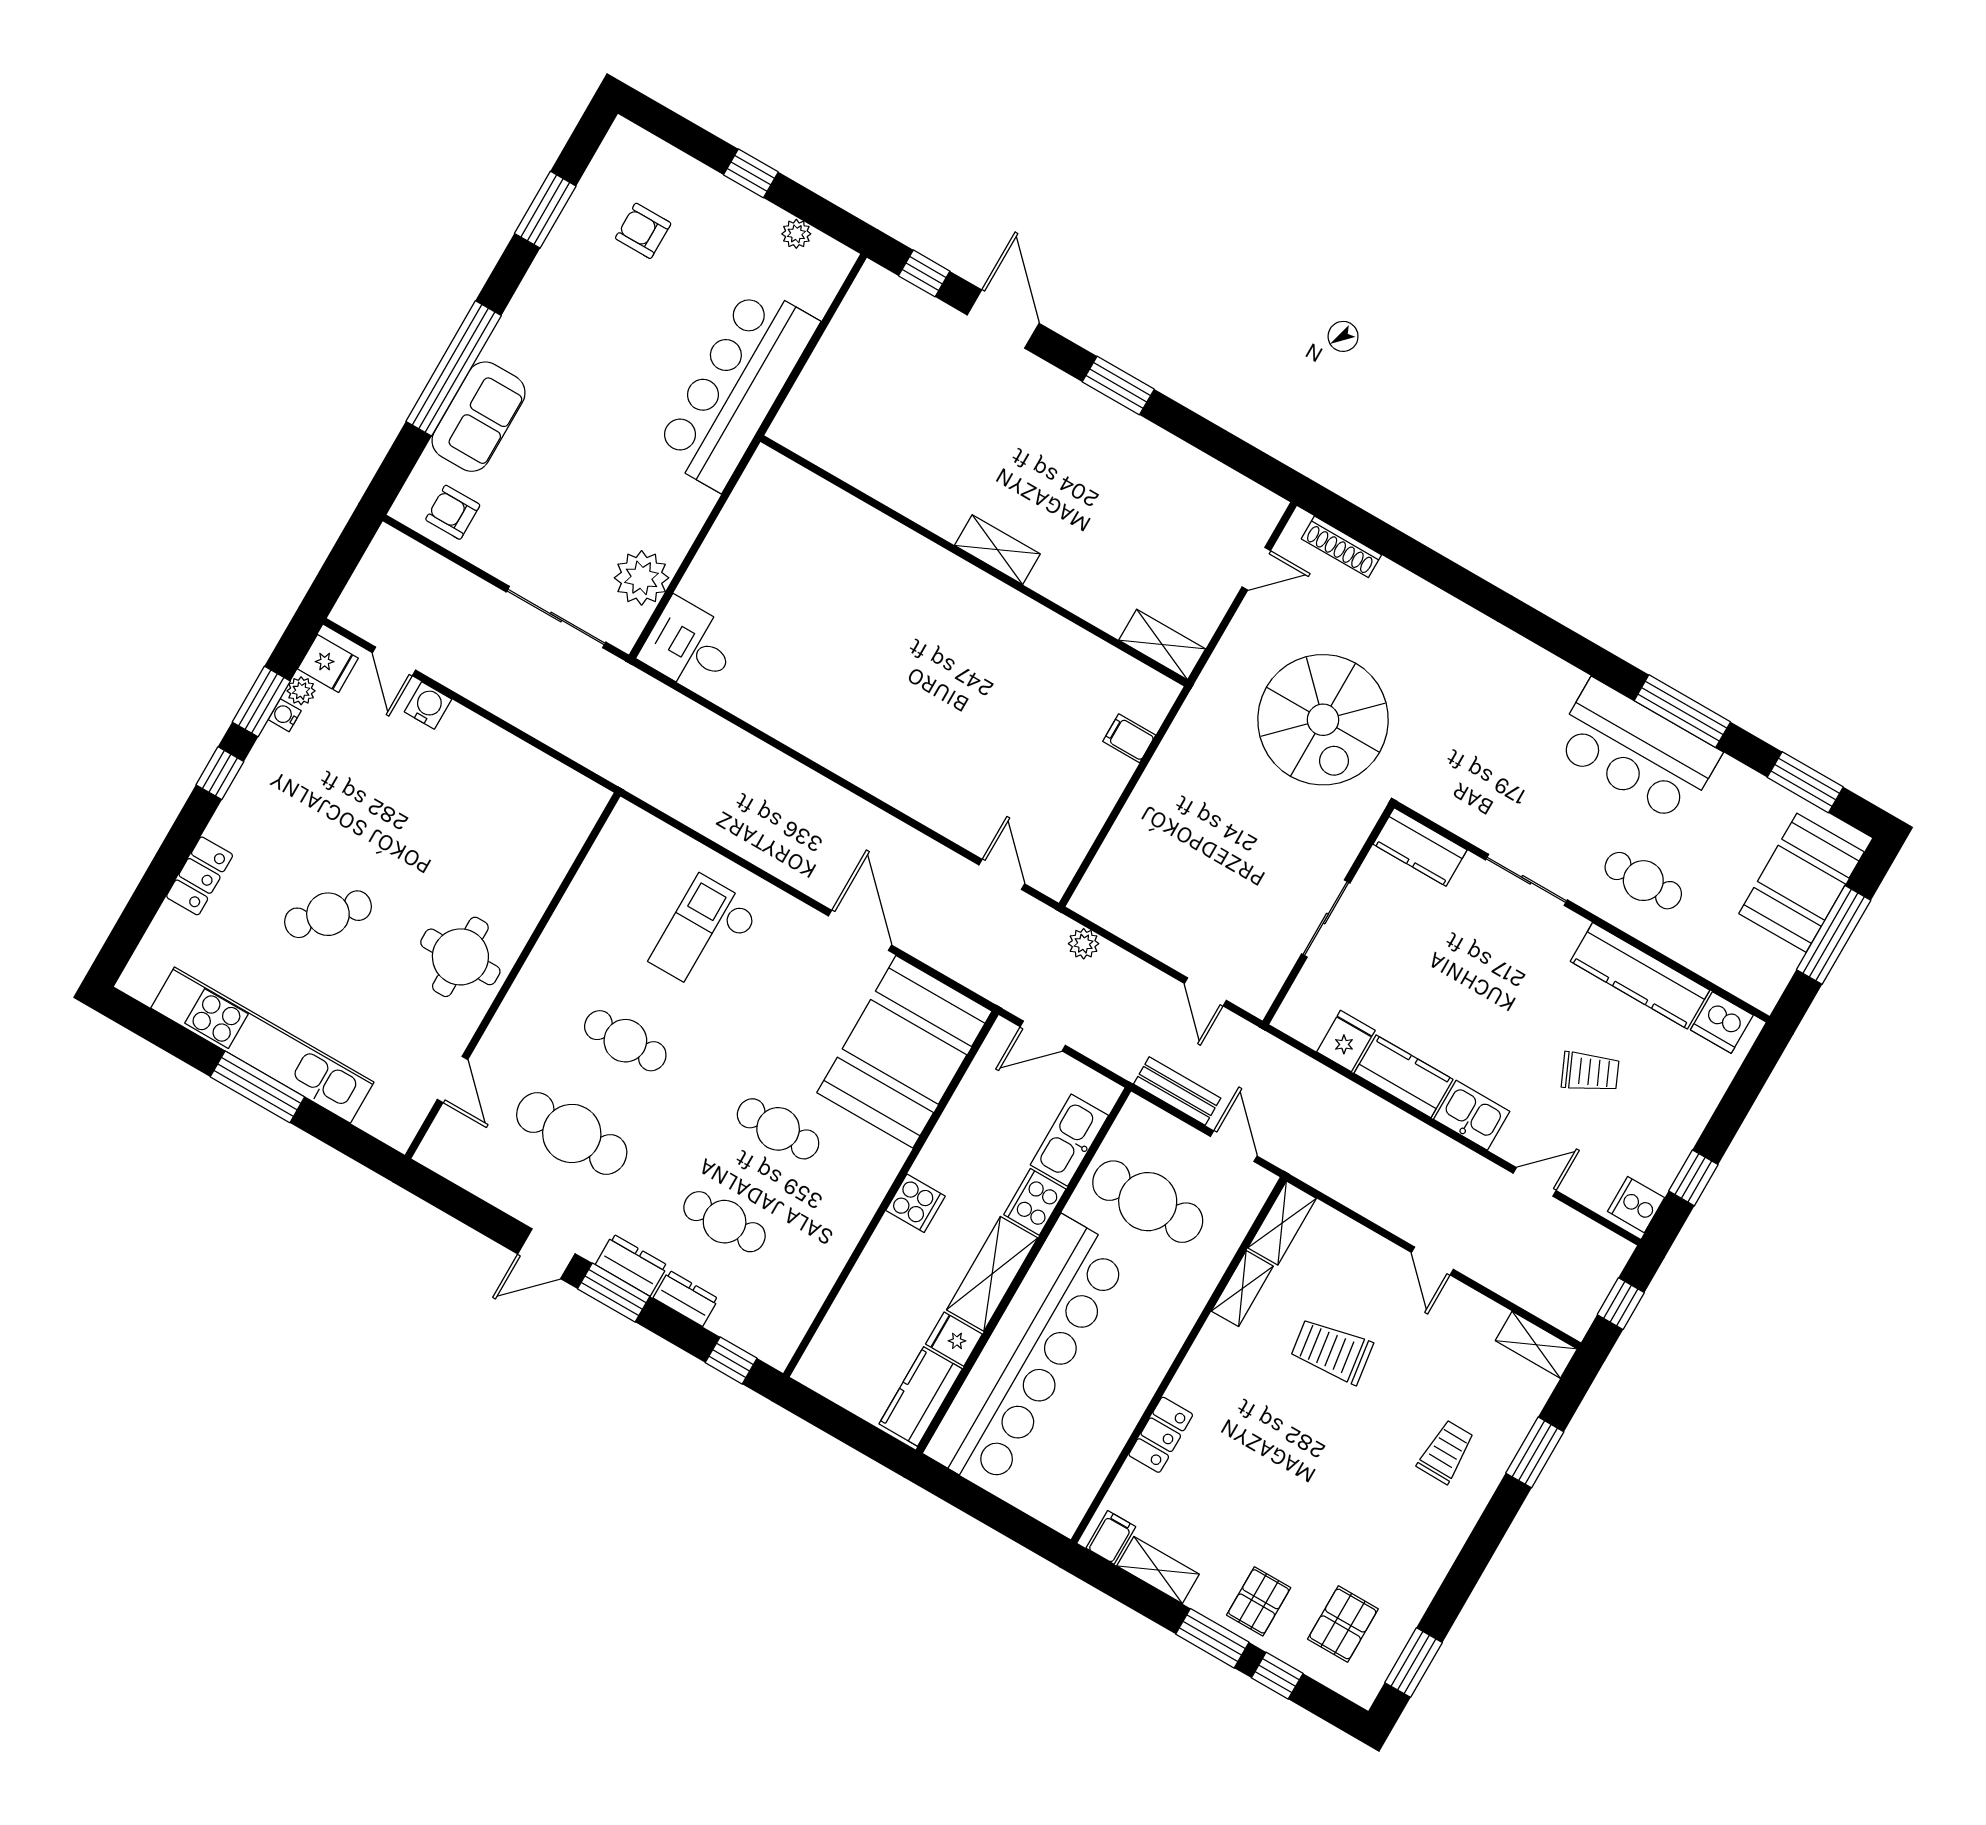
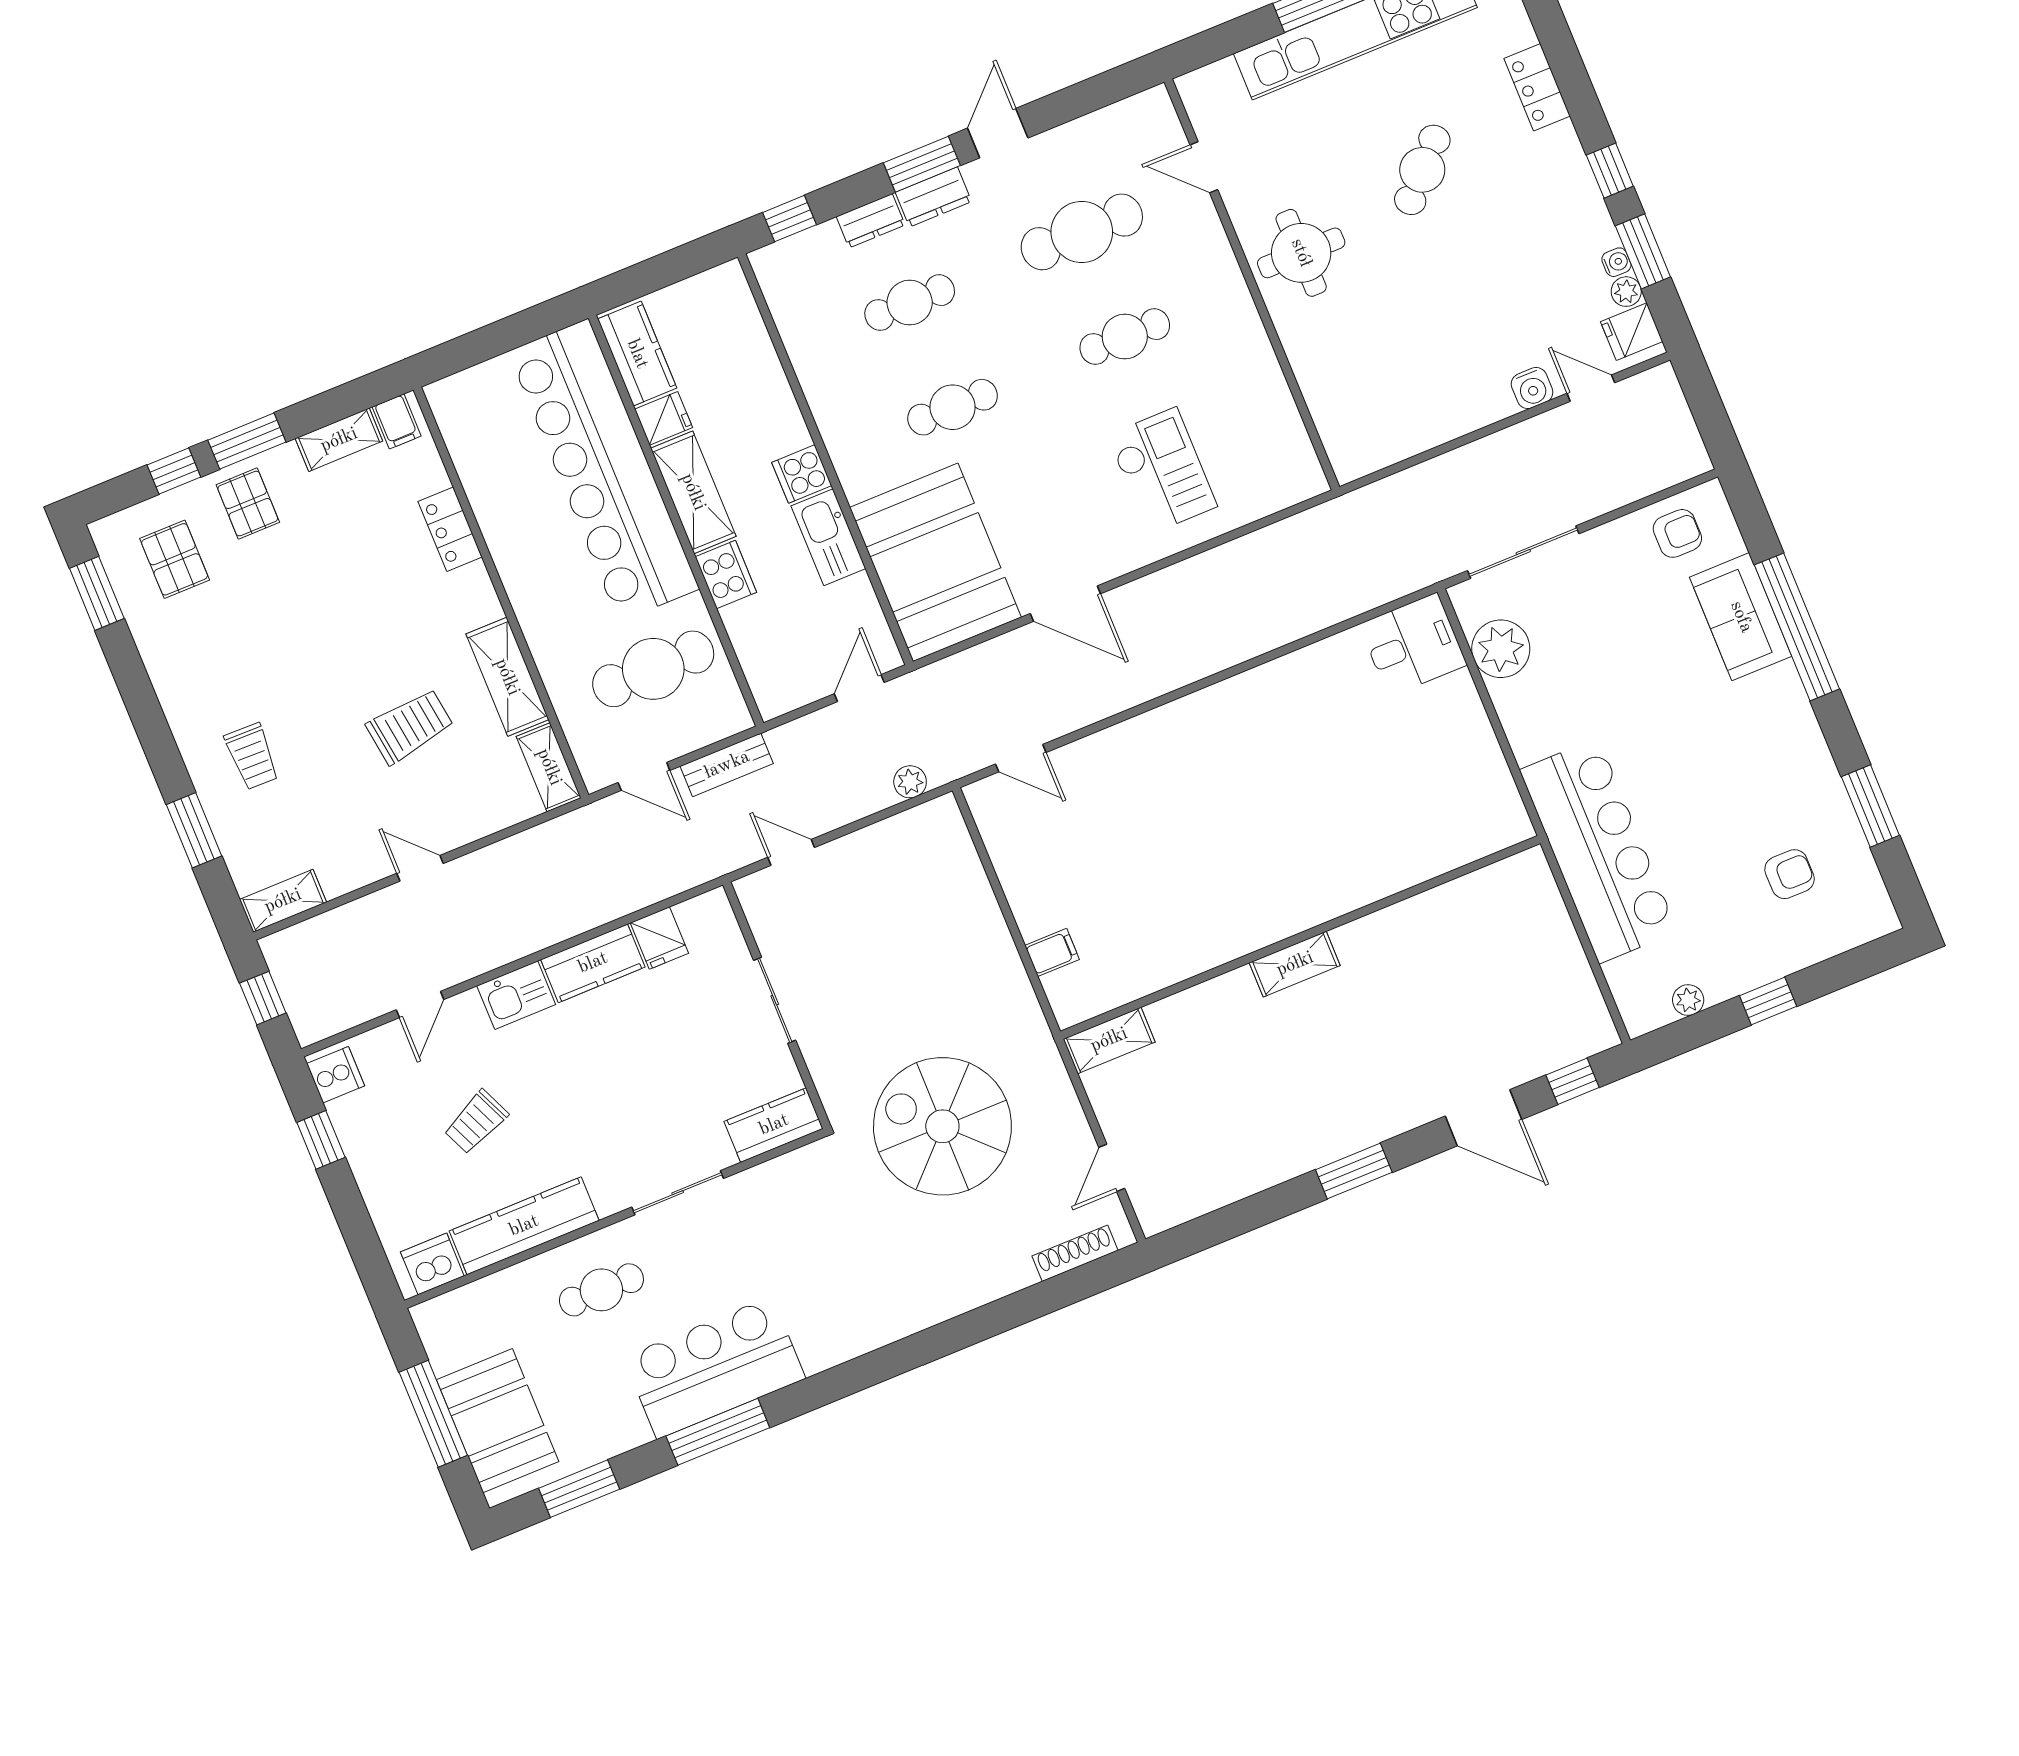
kitchen sink: (1069, 1140) -> (828, 537), moved, turned 180
shelving: (1242, 1289) -> (507, 677), width x1.50, depth x1.33

